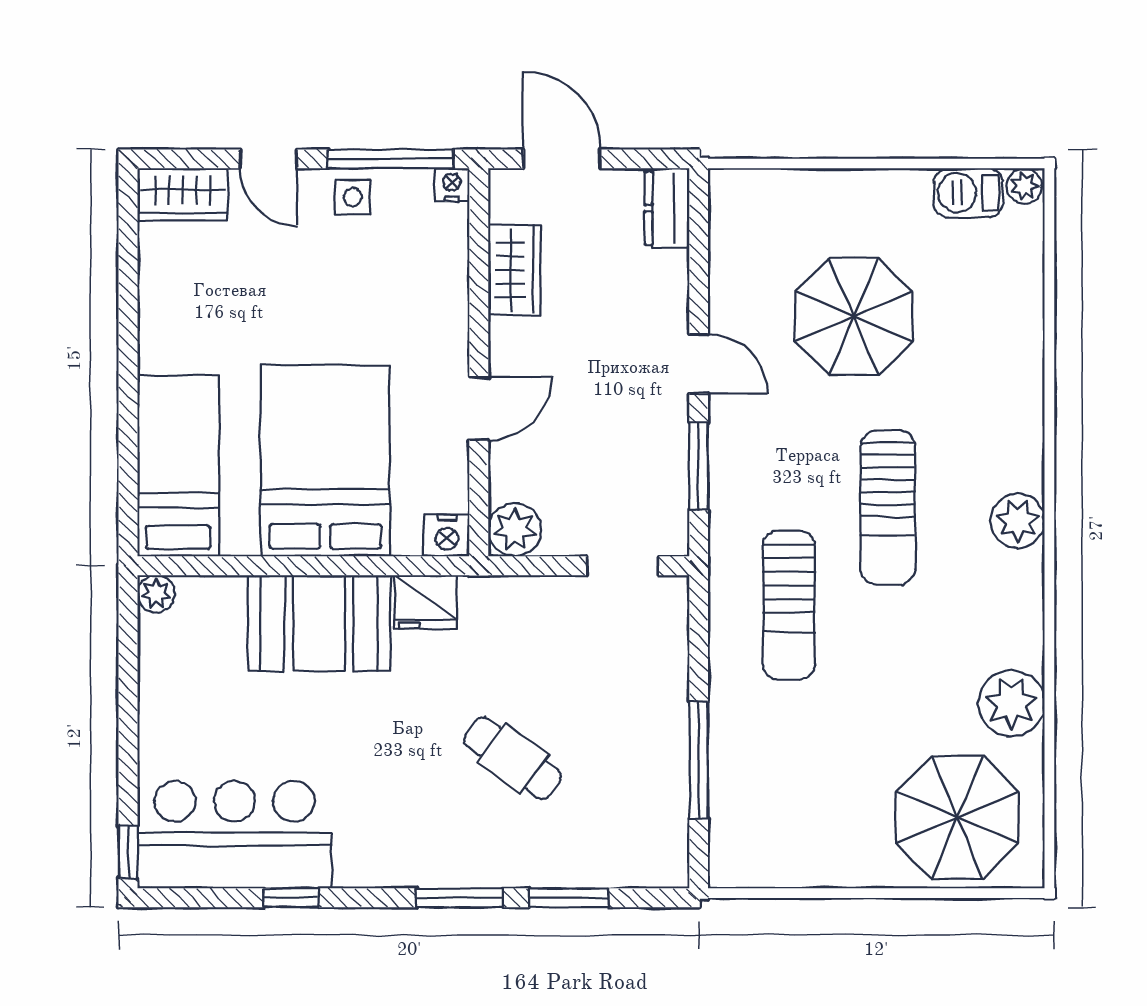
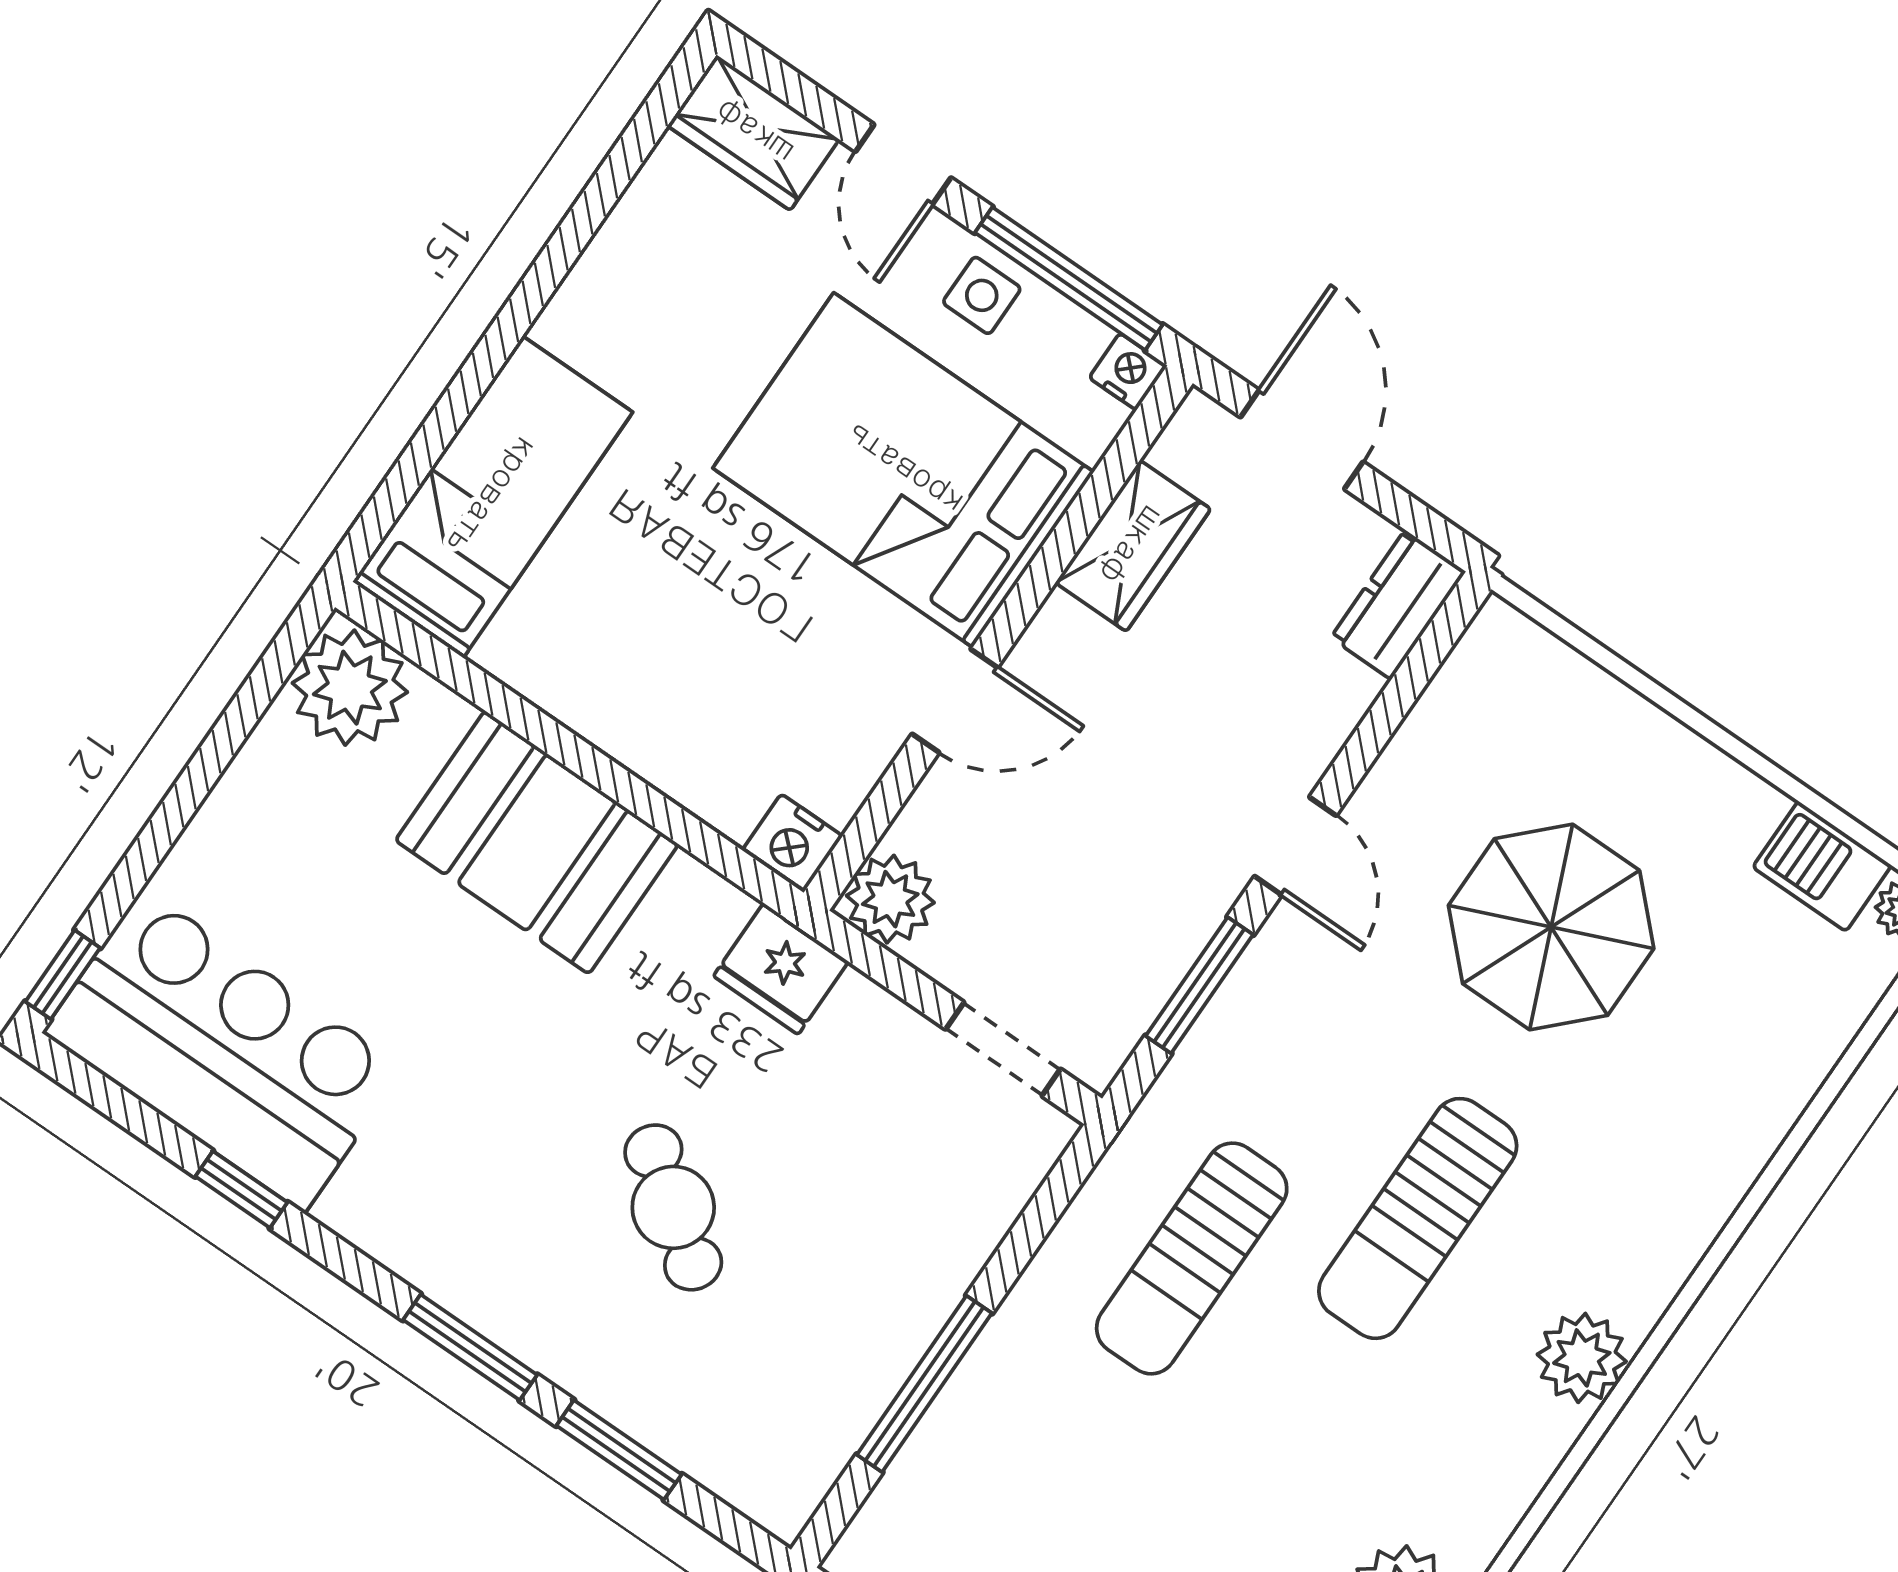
bed: (325, 461) -> (903, 470), moved, turned -90
plant: (156, 594) -> (350, 688), width x1.88, depth x1.88
fridge: (426, 602) -> (781, 969), moved

